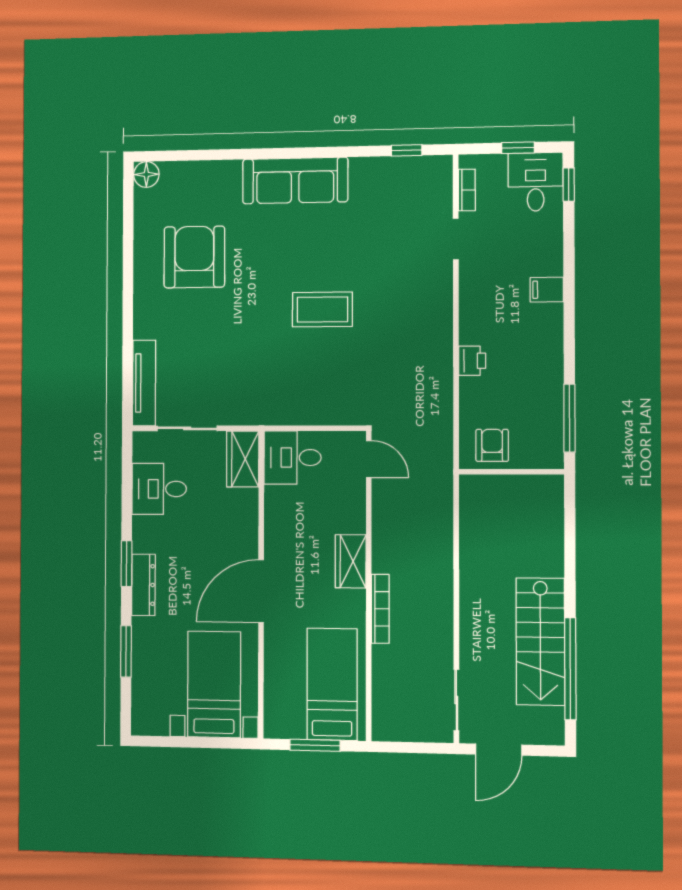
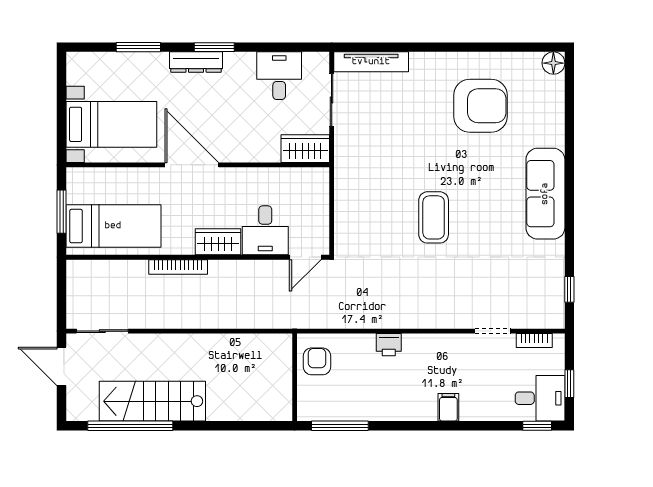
armchair: (492, 445) -> (317, 361), turned -90
desk: (292, 458) -> (265, 230), moved, turned 180

